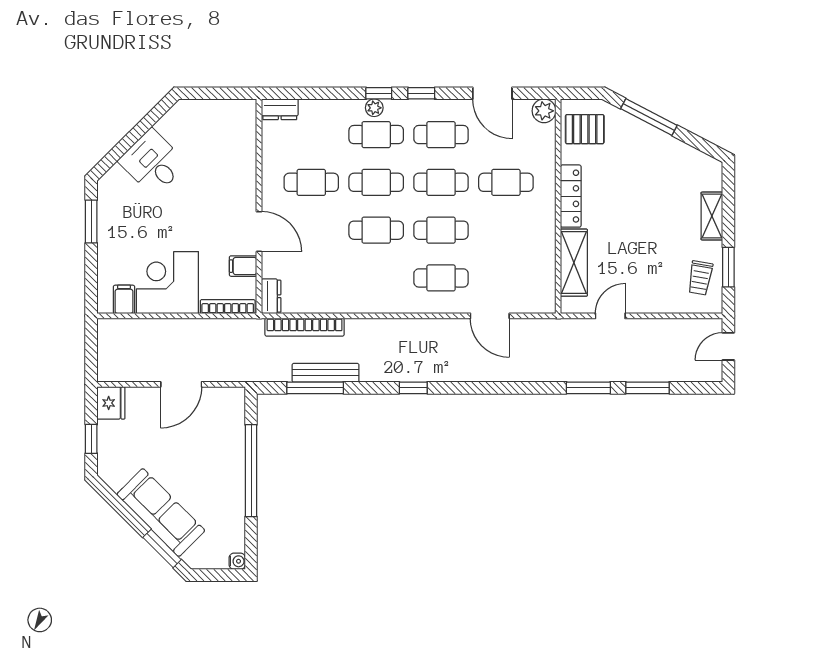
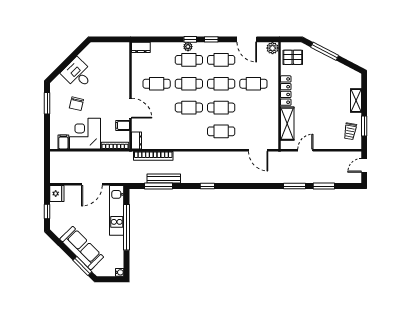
chair: (150, 222) -> (76, 104), added
door: (490, 316) -> (258, 150), moved
kitchen unit: (231, 437) -> (117, 210), added

